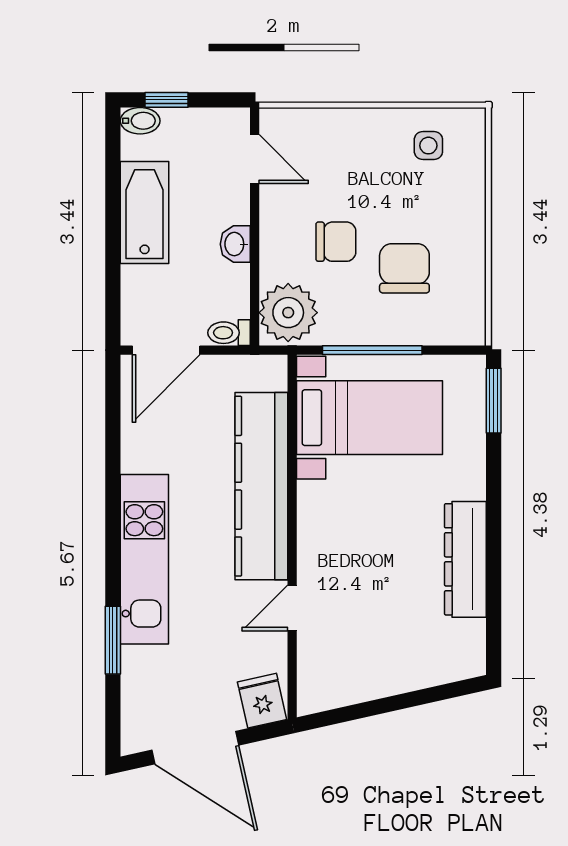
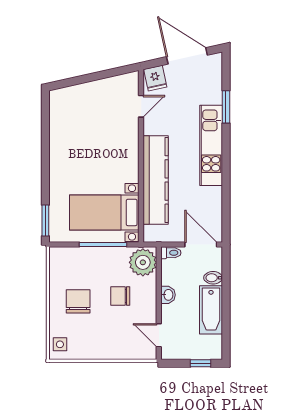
bidet: (140, 121) -> (213, 278), moved
side table: (428, 146) -> (60, 344), moved
chair: (404, 268) -> (78, 301), moved, turned 180
door: (166, 350) -> (201, 244), hinge flipped
dresser: (465, 559) -> (59, 145), removed
door: (292, 608) -> (141, 106), moved

